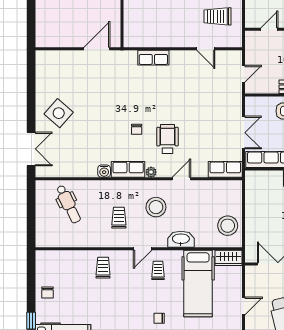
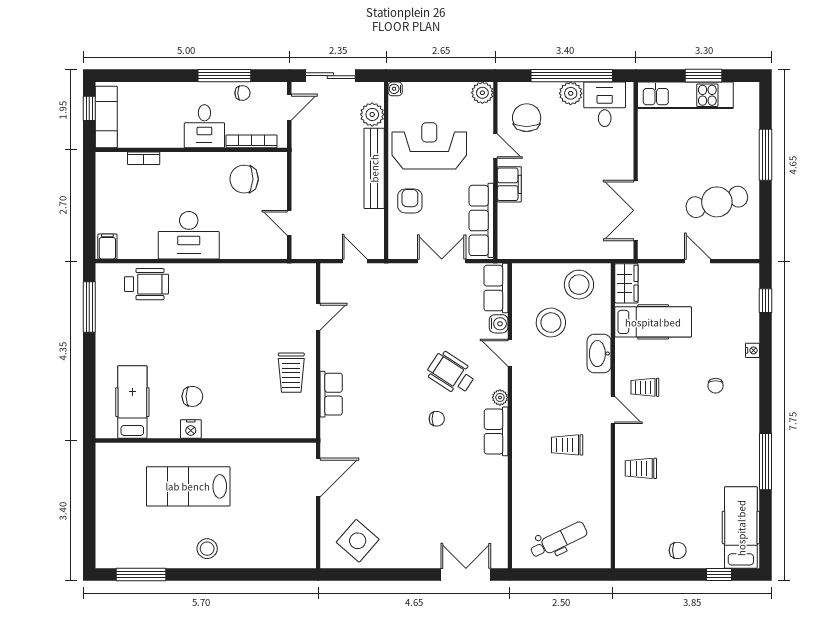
trolley: (217, 16) -> (291, 373), moved
door: (97, 49) -> (318, 478), swing flipped
side table: (59, 113) -> (358, 541), moved
wheelchair: (168, 139) -> (451, 373), turned 33
water cooler: (104, 171) -> (499, 324), moved
dental chair: (68, 204) -> (559, 540), moved
stool: (156, 207) -> (551, 323), moved
hospital bed: (198, 283) -> (653, 322), width x0.73, depth x0.78

